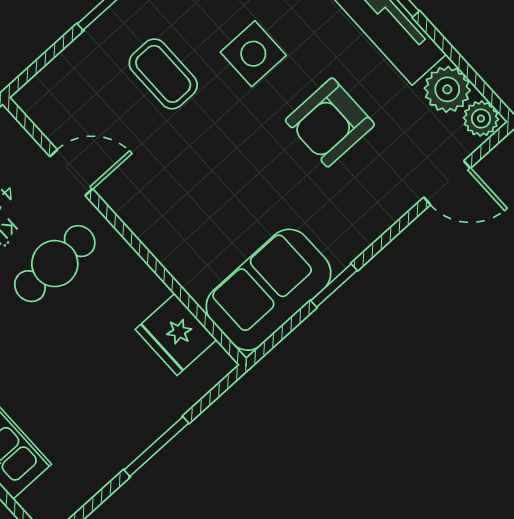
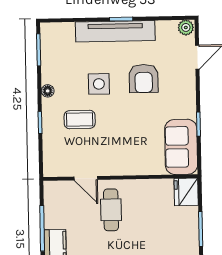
plant: (447, 89) -> (166, 30), removed
door: (71, 173) -> (86, 178), swing flipped
fridge: (176, 335) -> (186, 192), moved, turned 90

